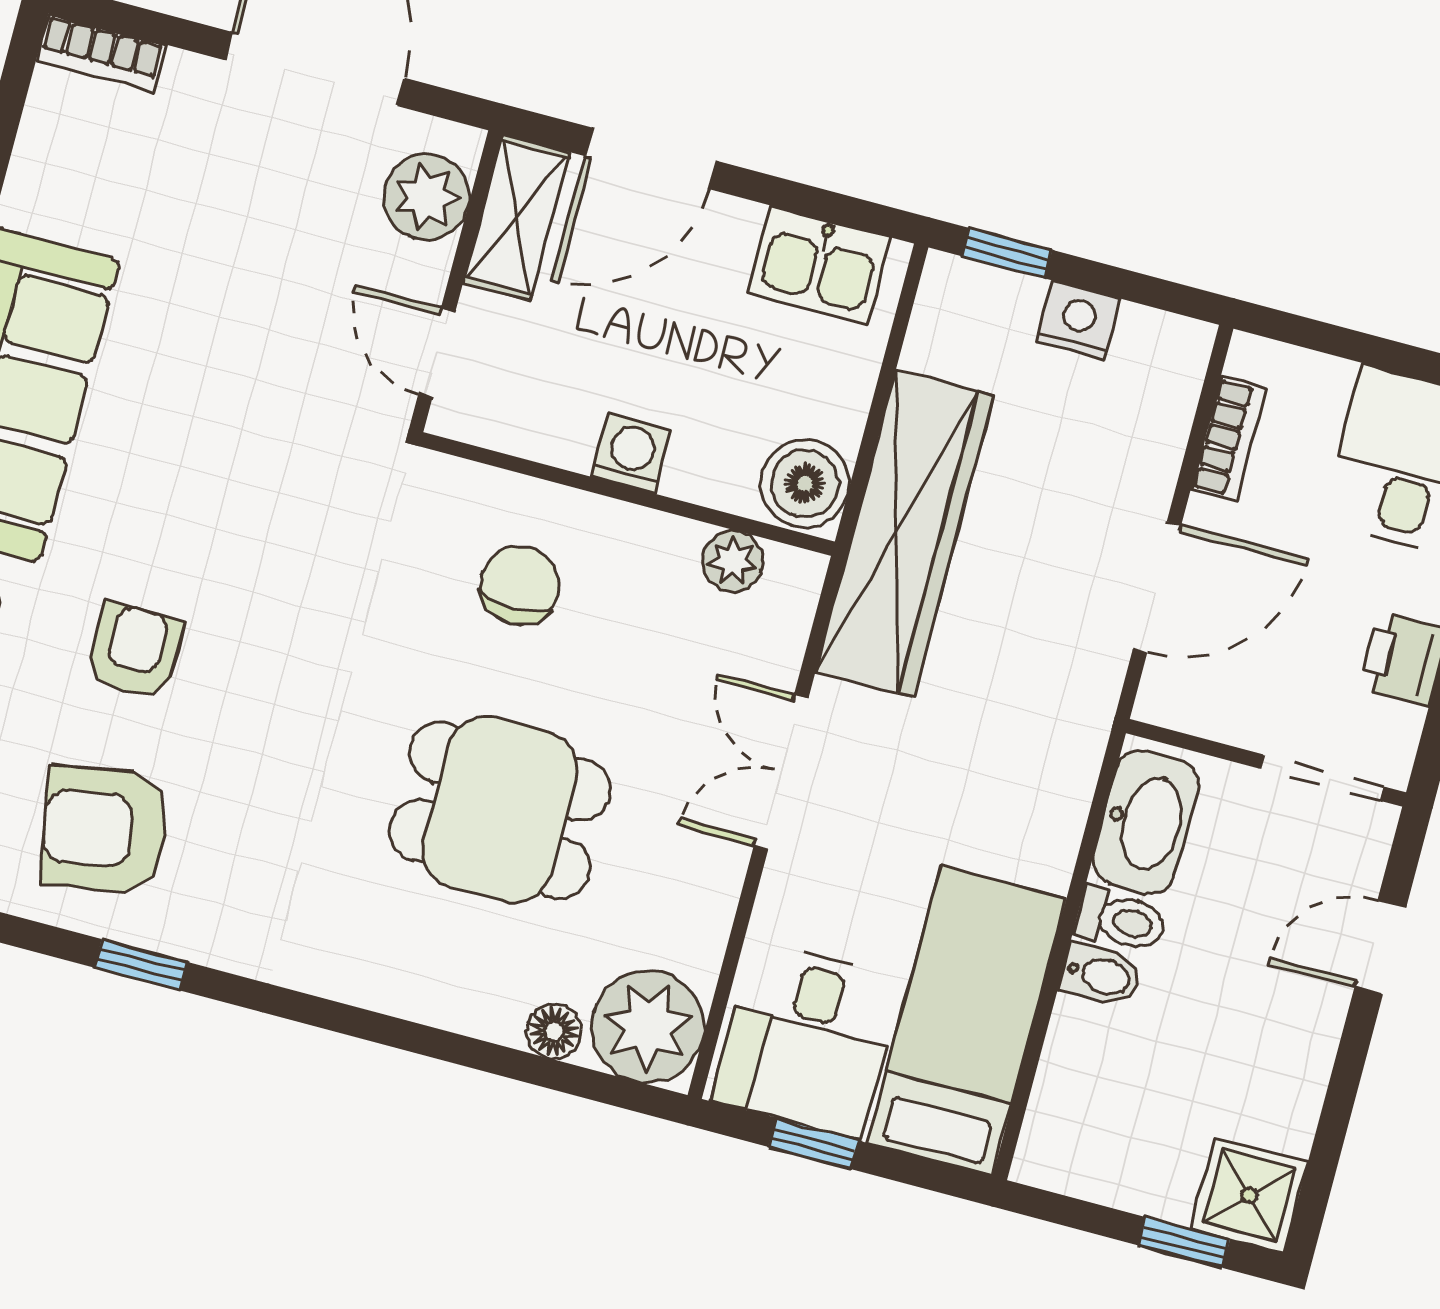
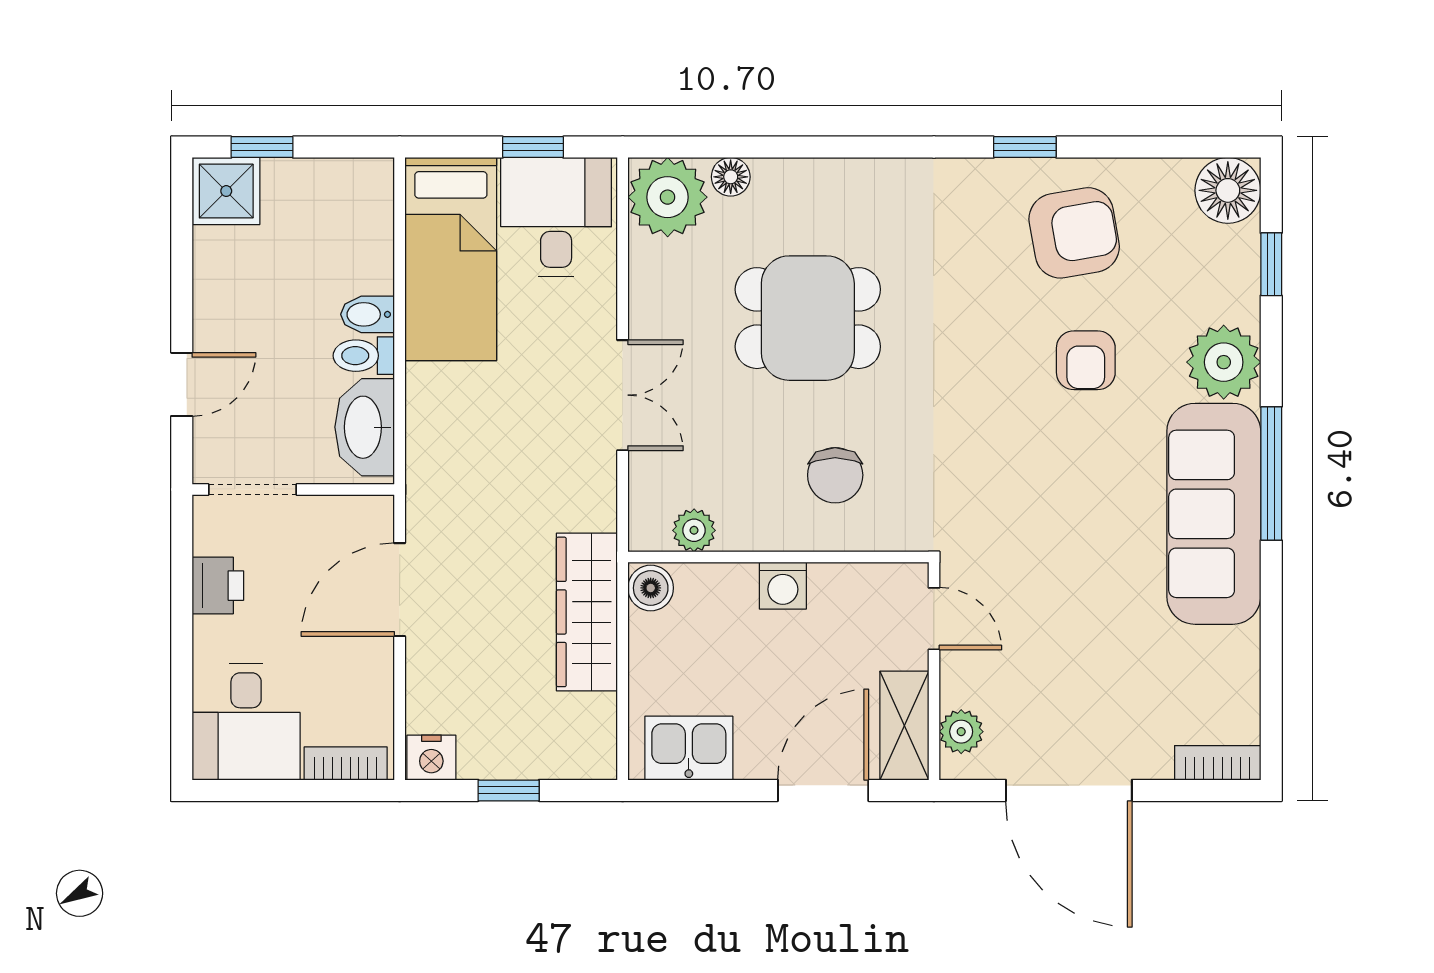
plant: (426, 197) -> (961, 732), width x0.73, depth x0.73
window: (1007, 253) -> (509, 790), moved
nightstand: (1078, 320) -> (431, 758), moved
bookcase: (1228, 439) -> (346, 763), moved, turned 90
boiler: (805, 484) -> (651, 588), width x0.73, depth x0.73
wardrobe: (905, 533) -> (587, 612), width x0.71, depth x0.85

